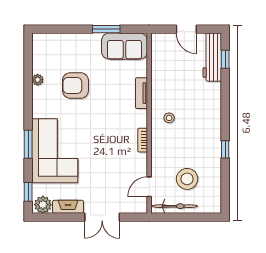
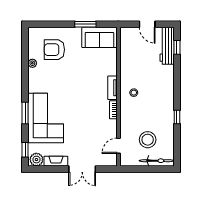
armchair: (75, 86) -> (54, 50), moved
tv unit: (141, 93) -> (113, 88), moved
bicycle: (175, 206) -> (157, 161), moved

